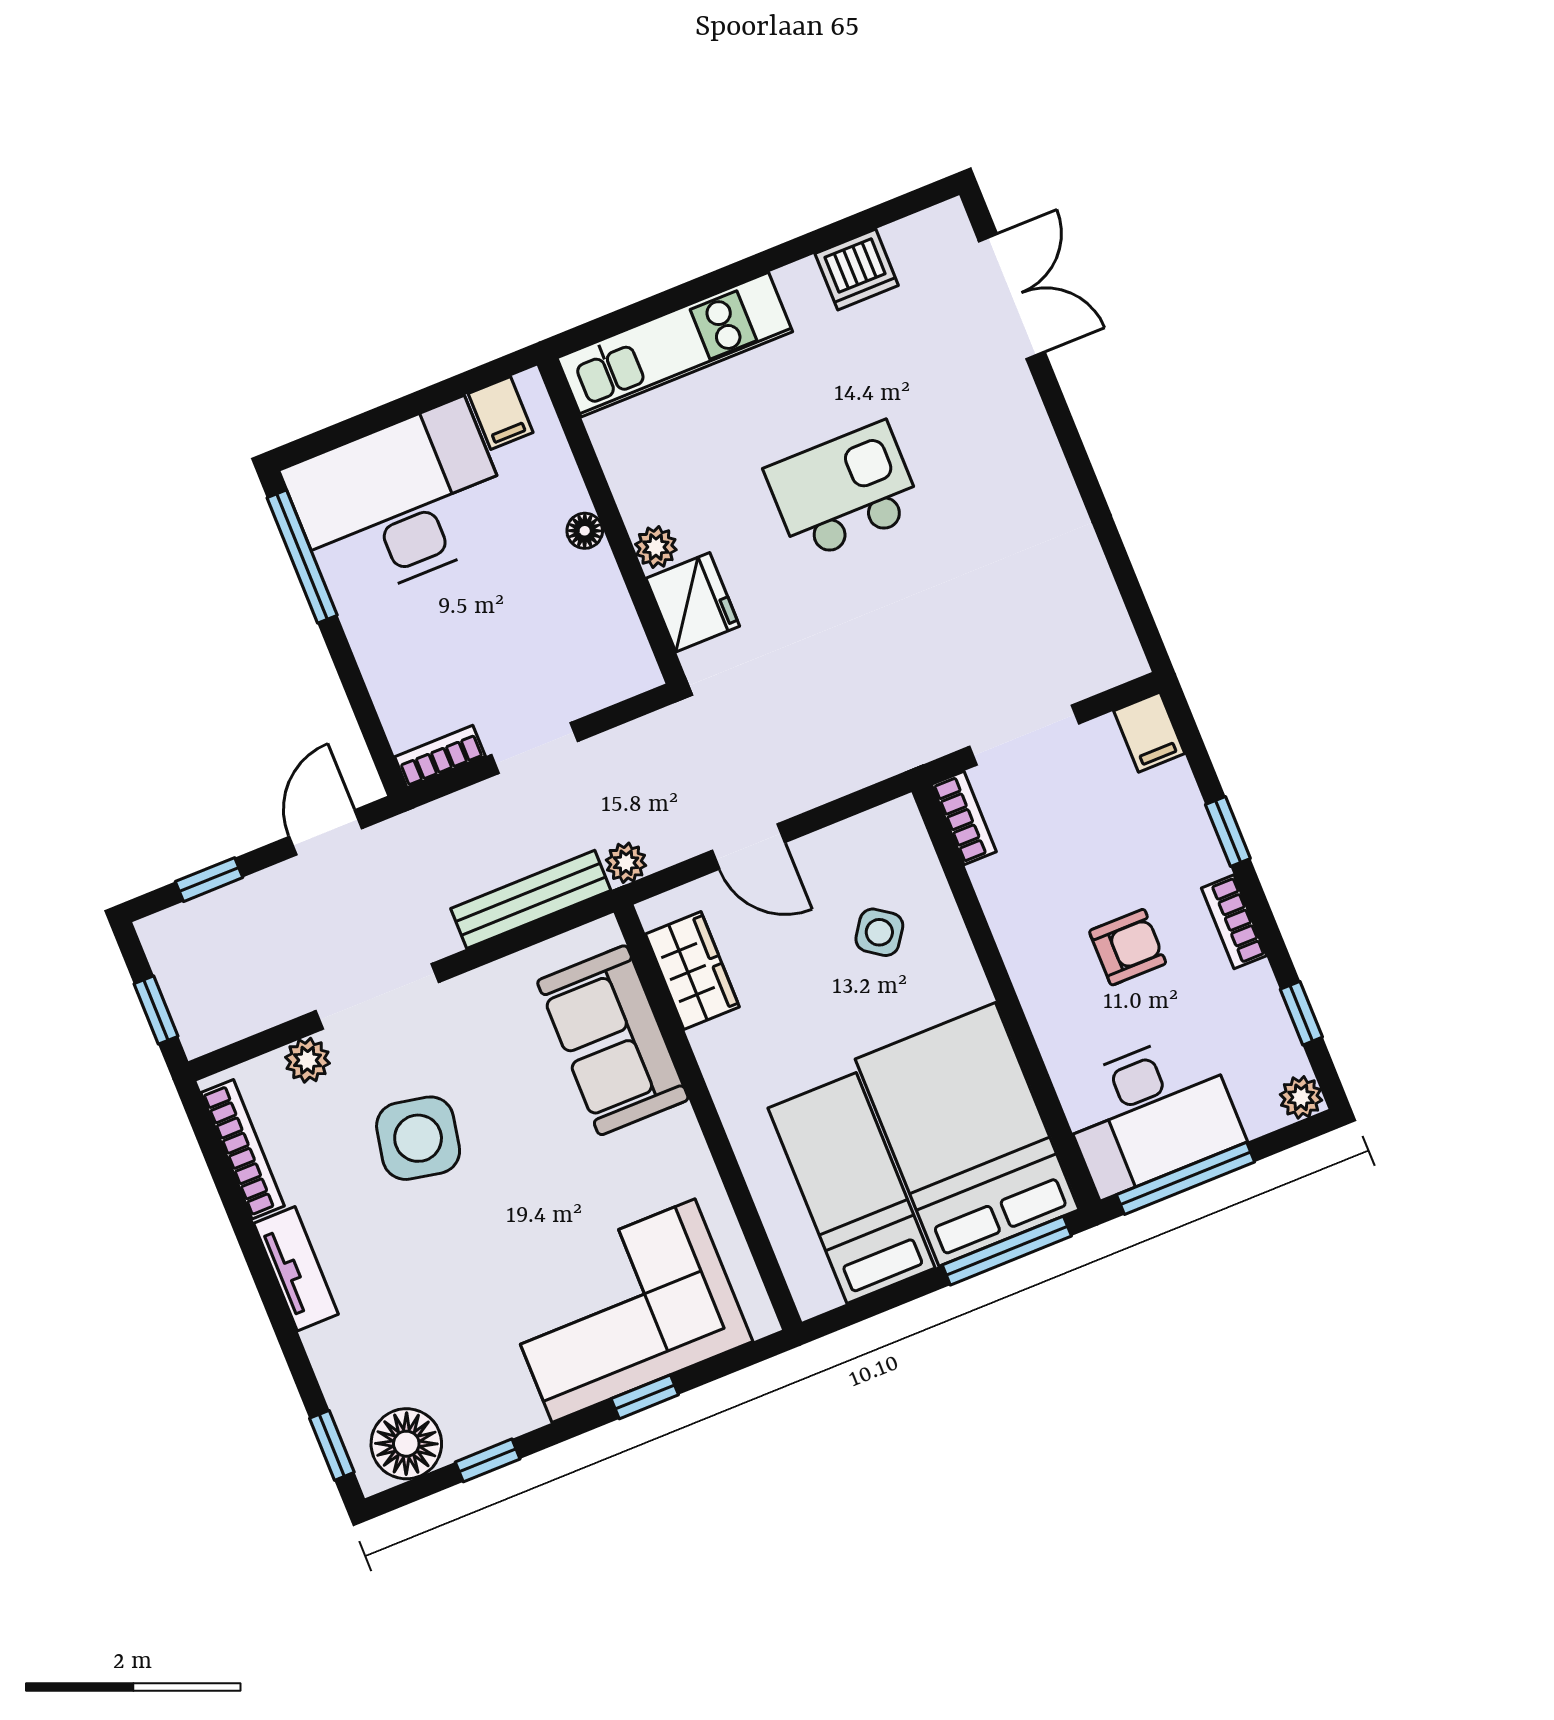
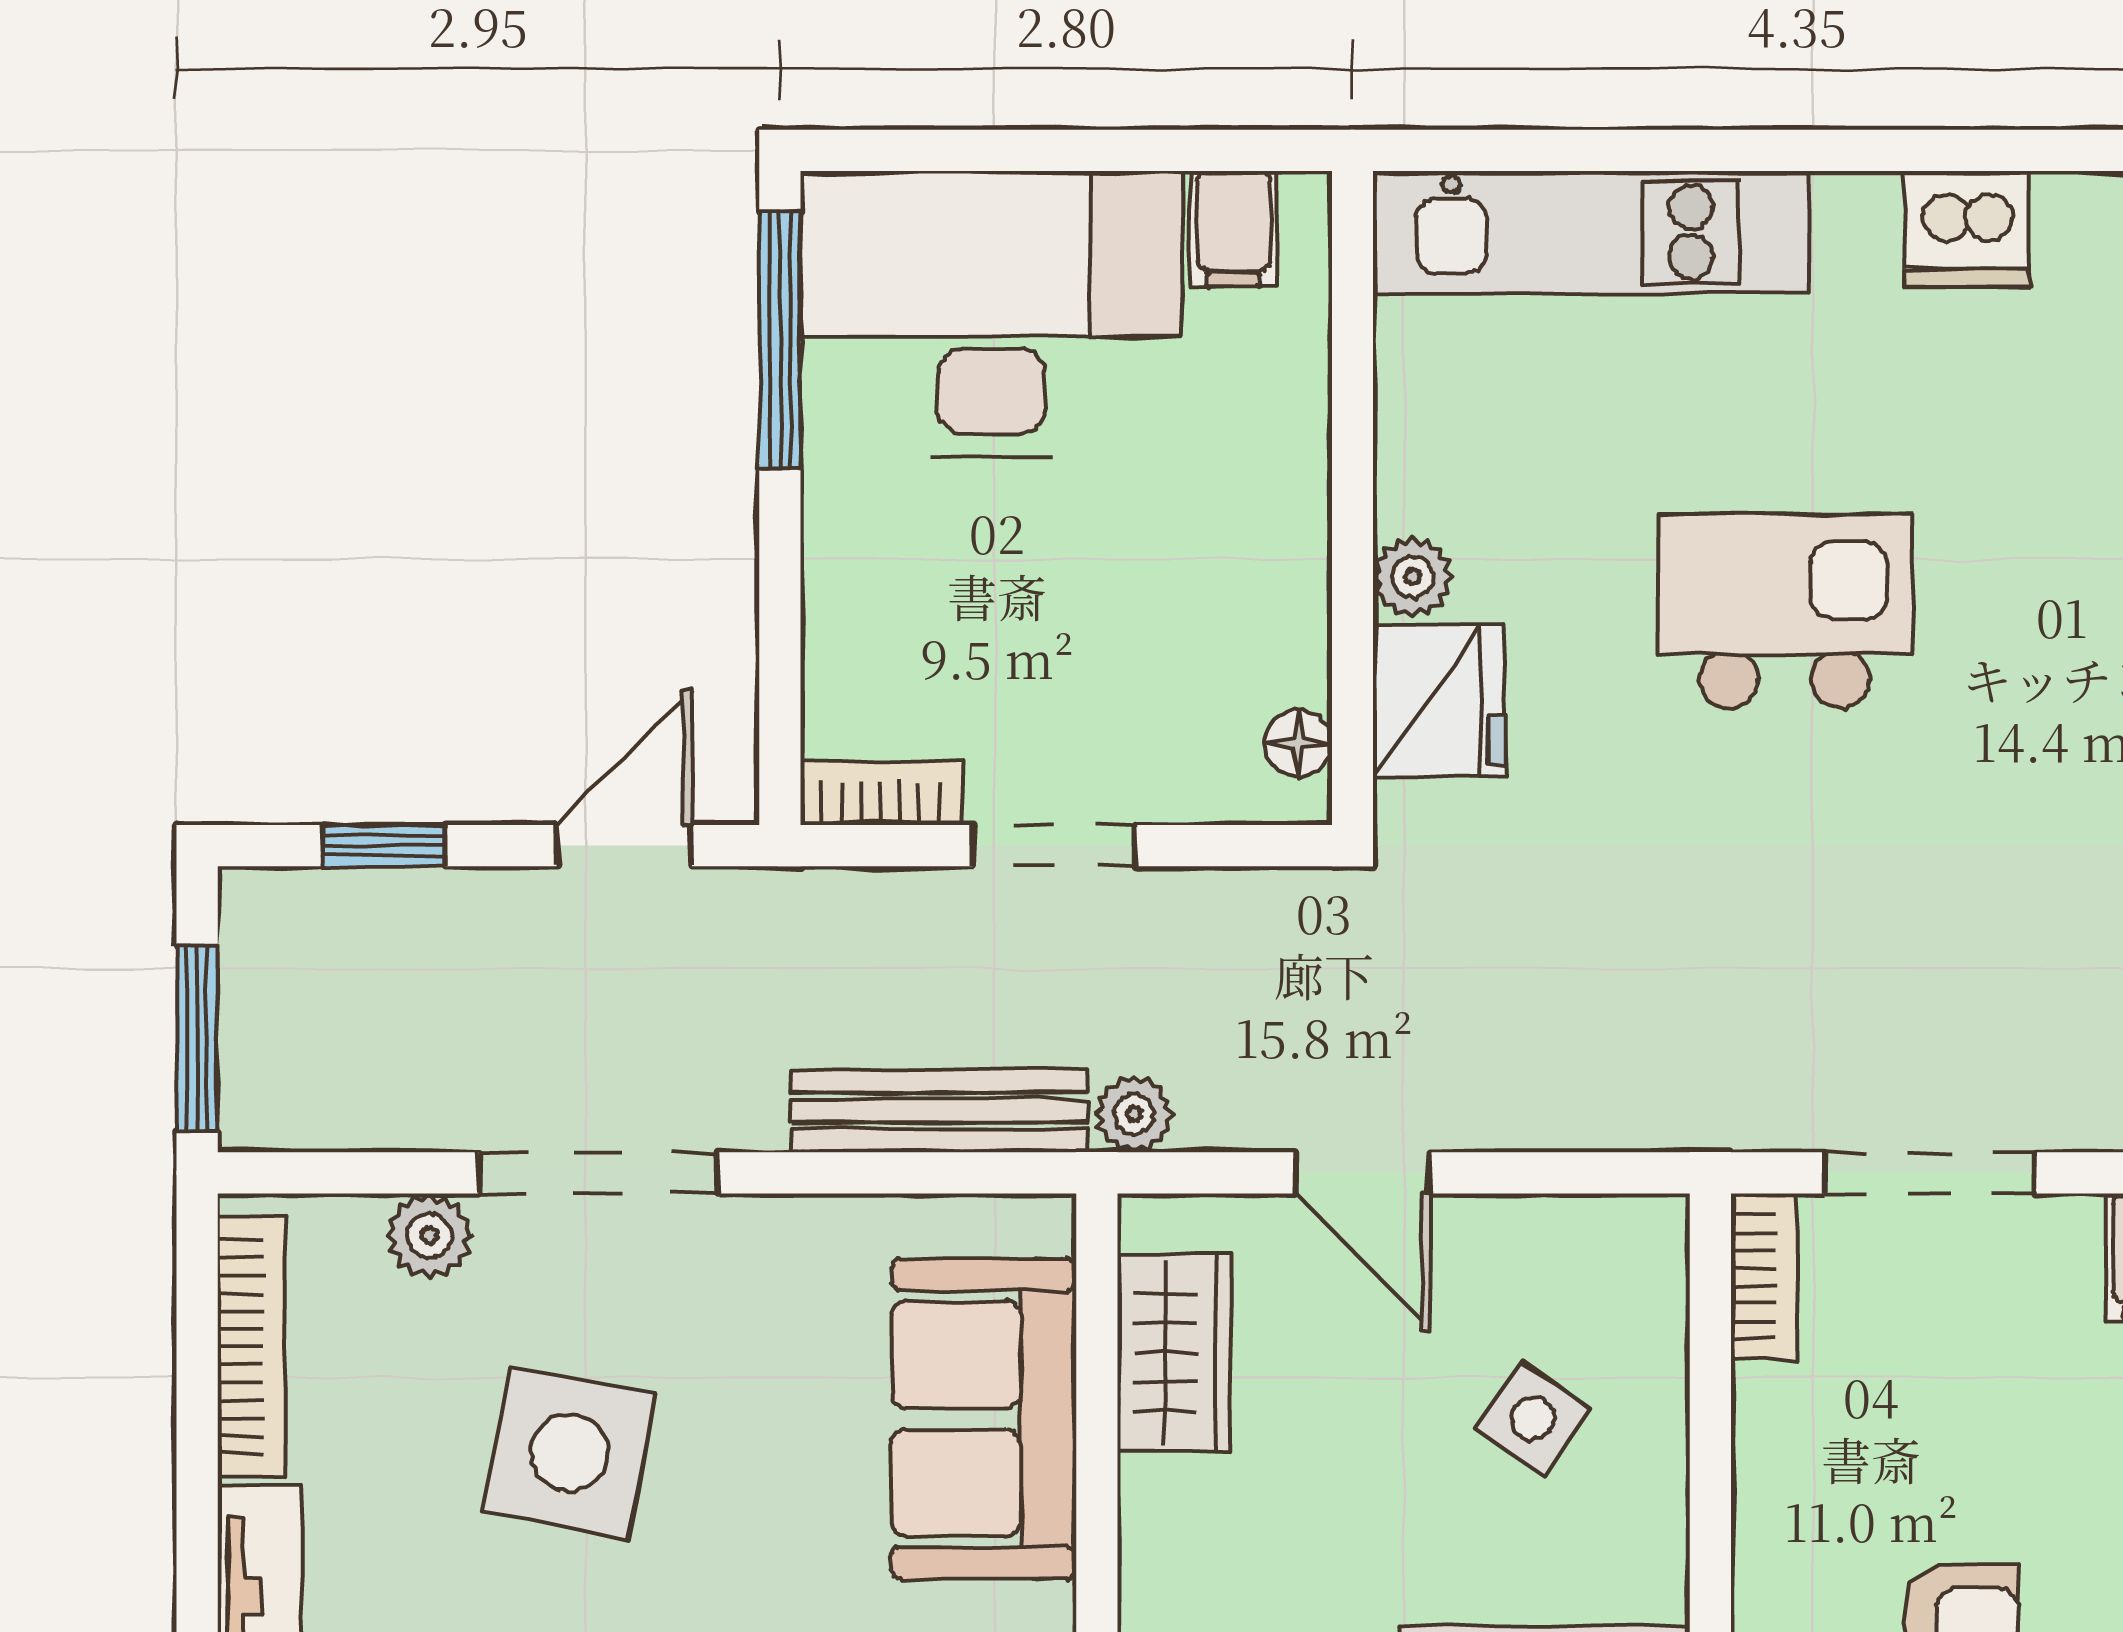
floor lamp: (585, 531) -> (1298, 743), moved
window: (156, 1010) -> (197, 1039), width x1.50

